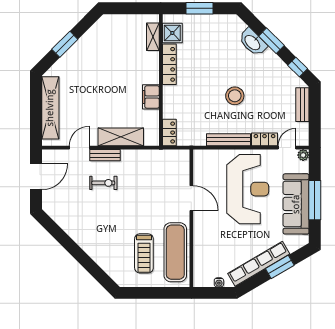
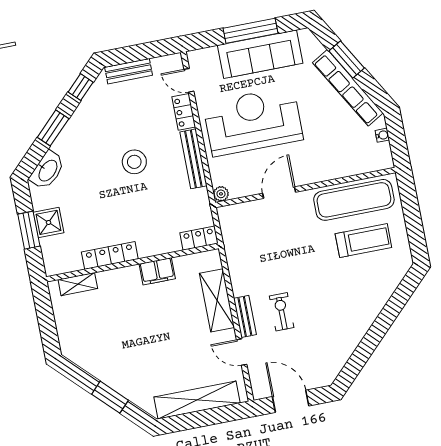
shower: (172, 33) -> (48, 222), moved
washbasin: (253, 42) -> (47, 170), moved
plant: (303, 155) -> (221, 194), moved

